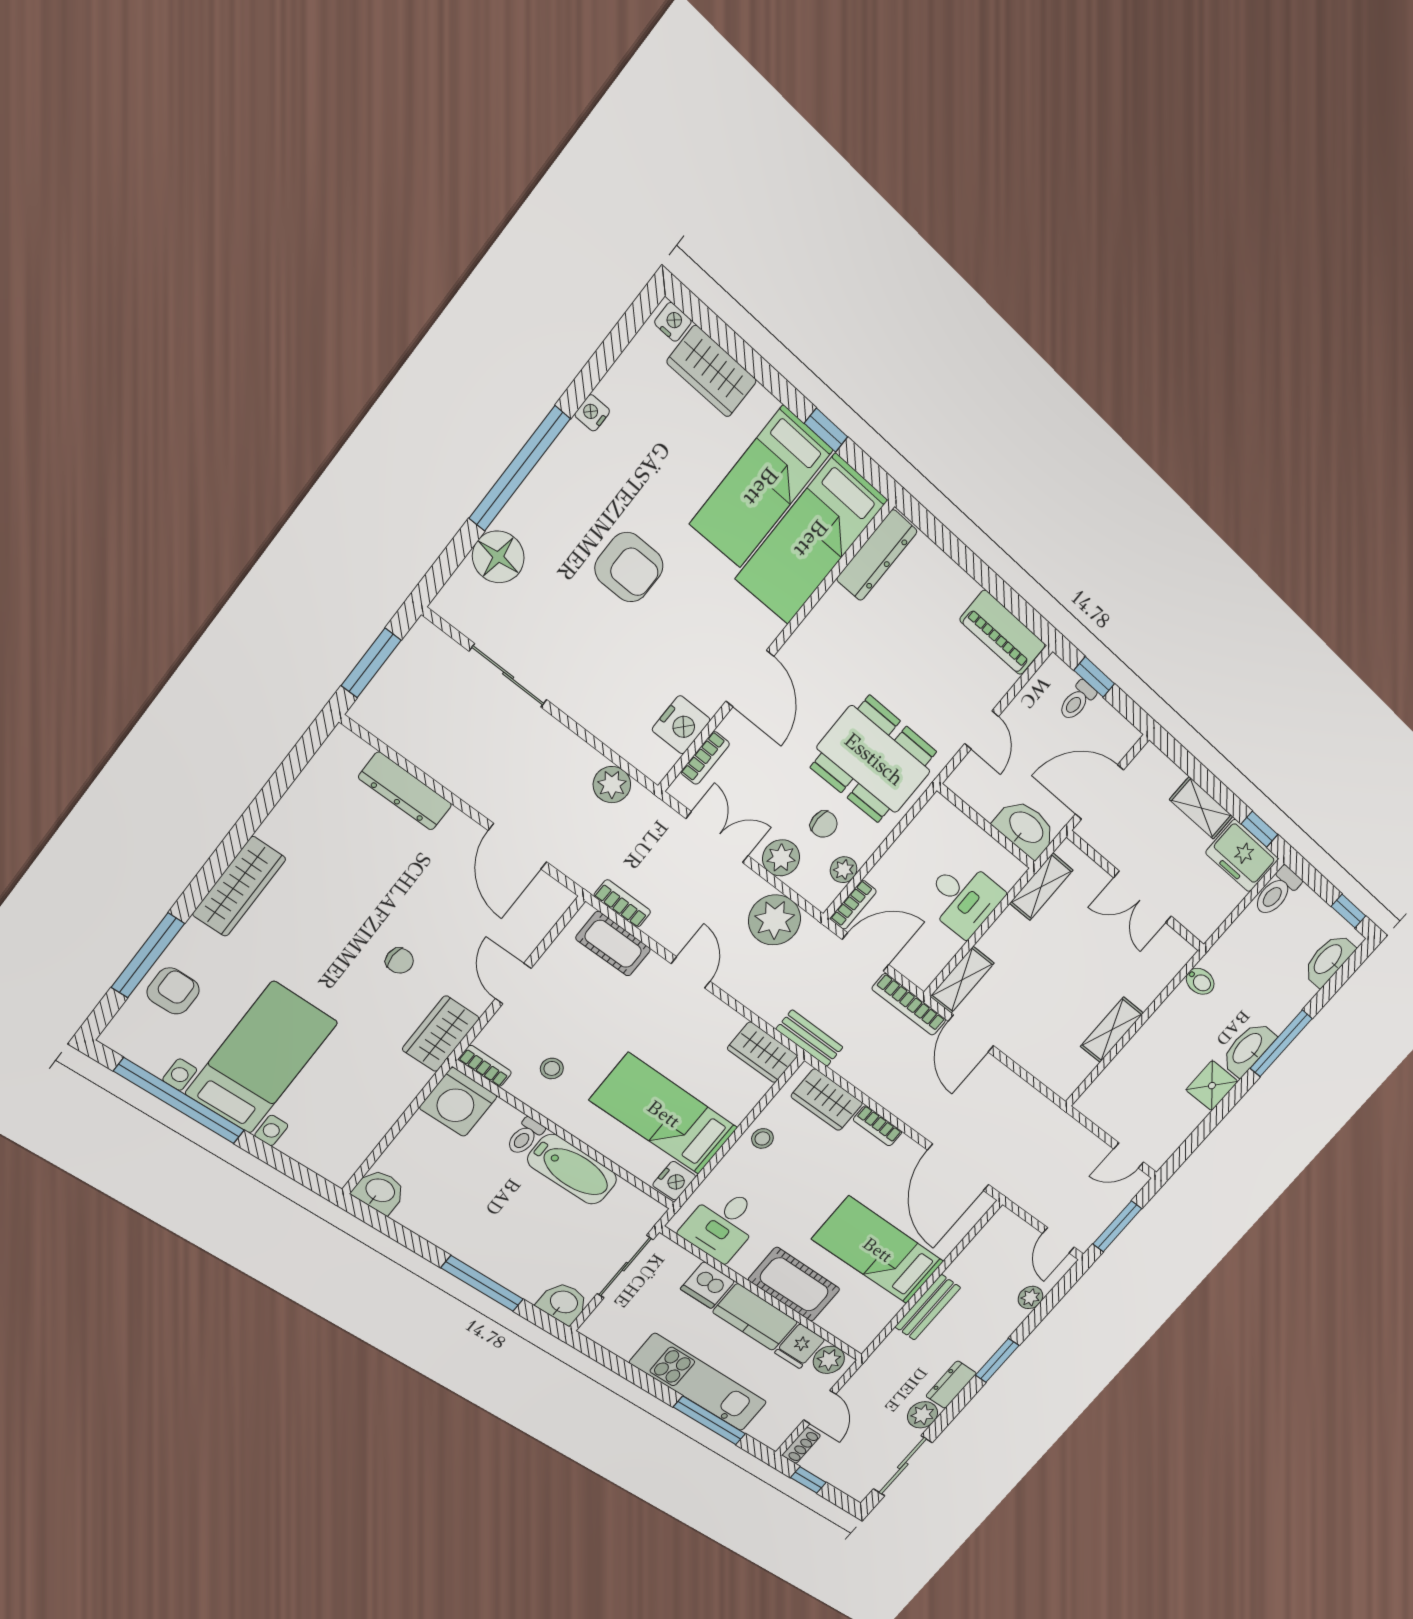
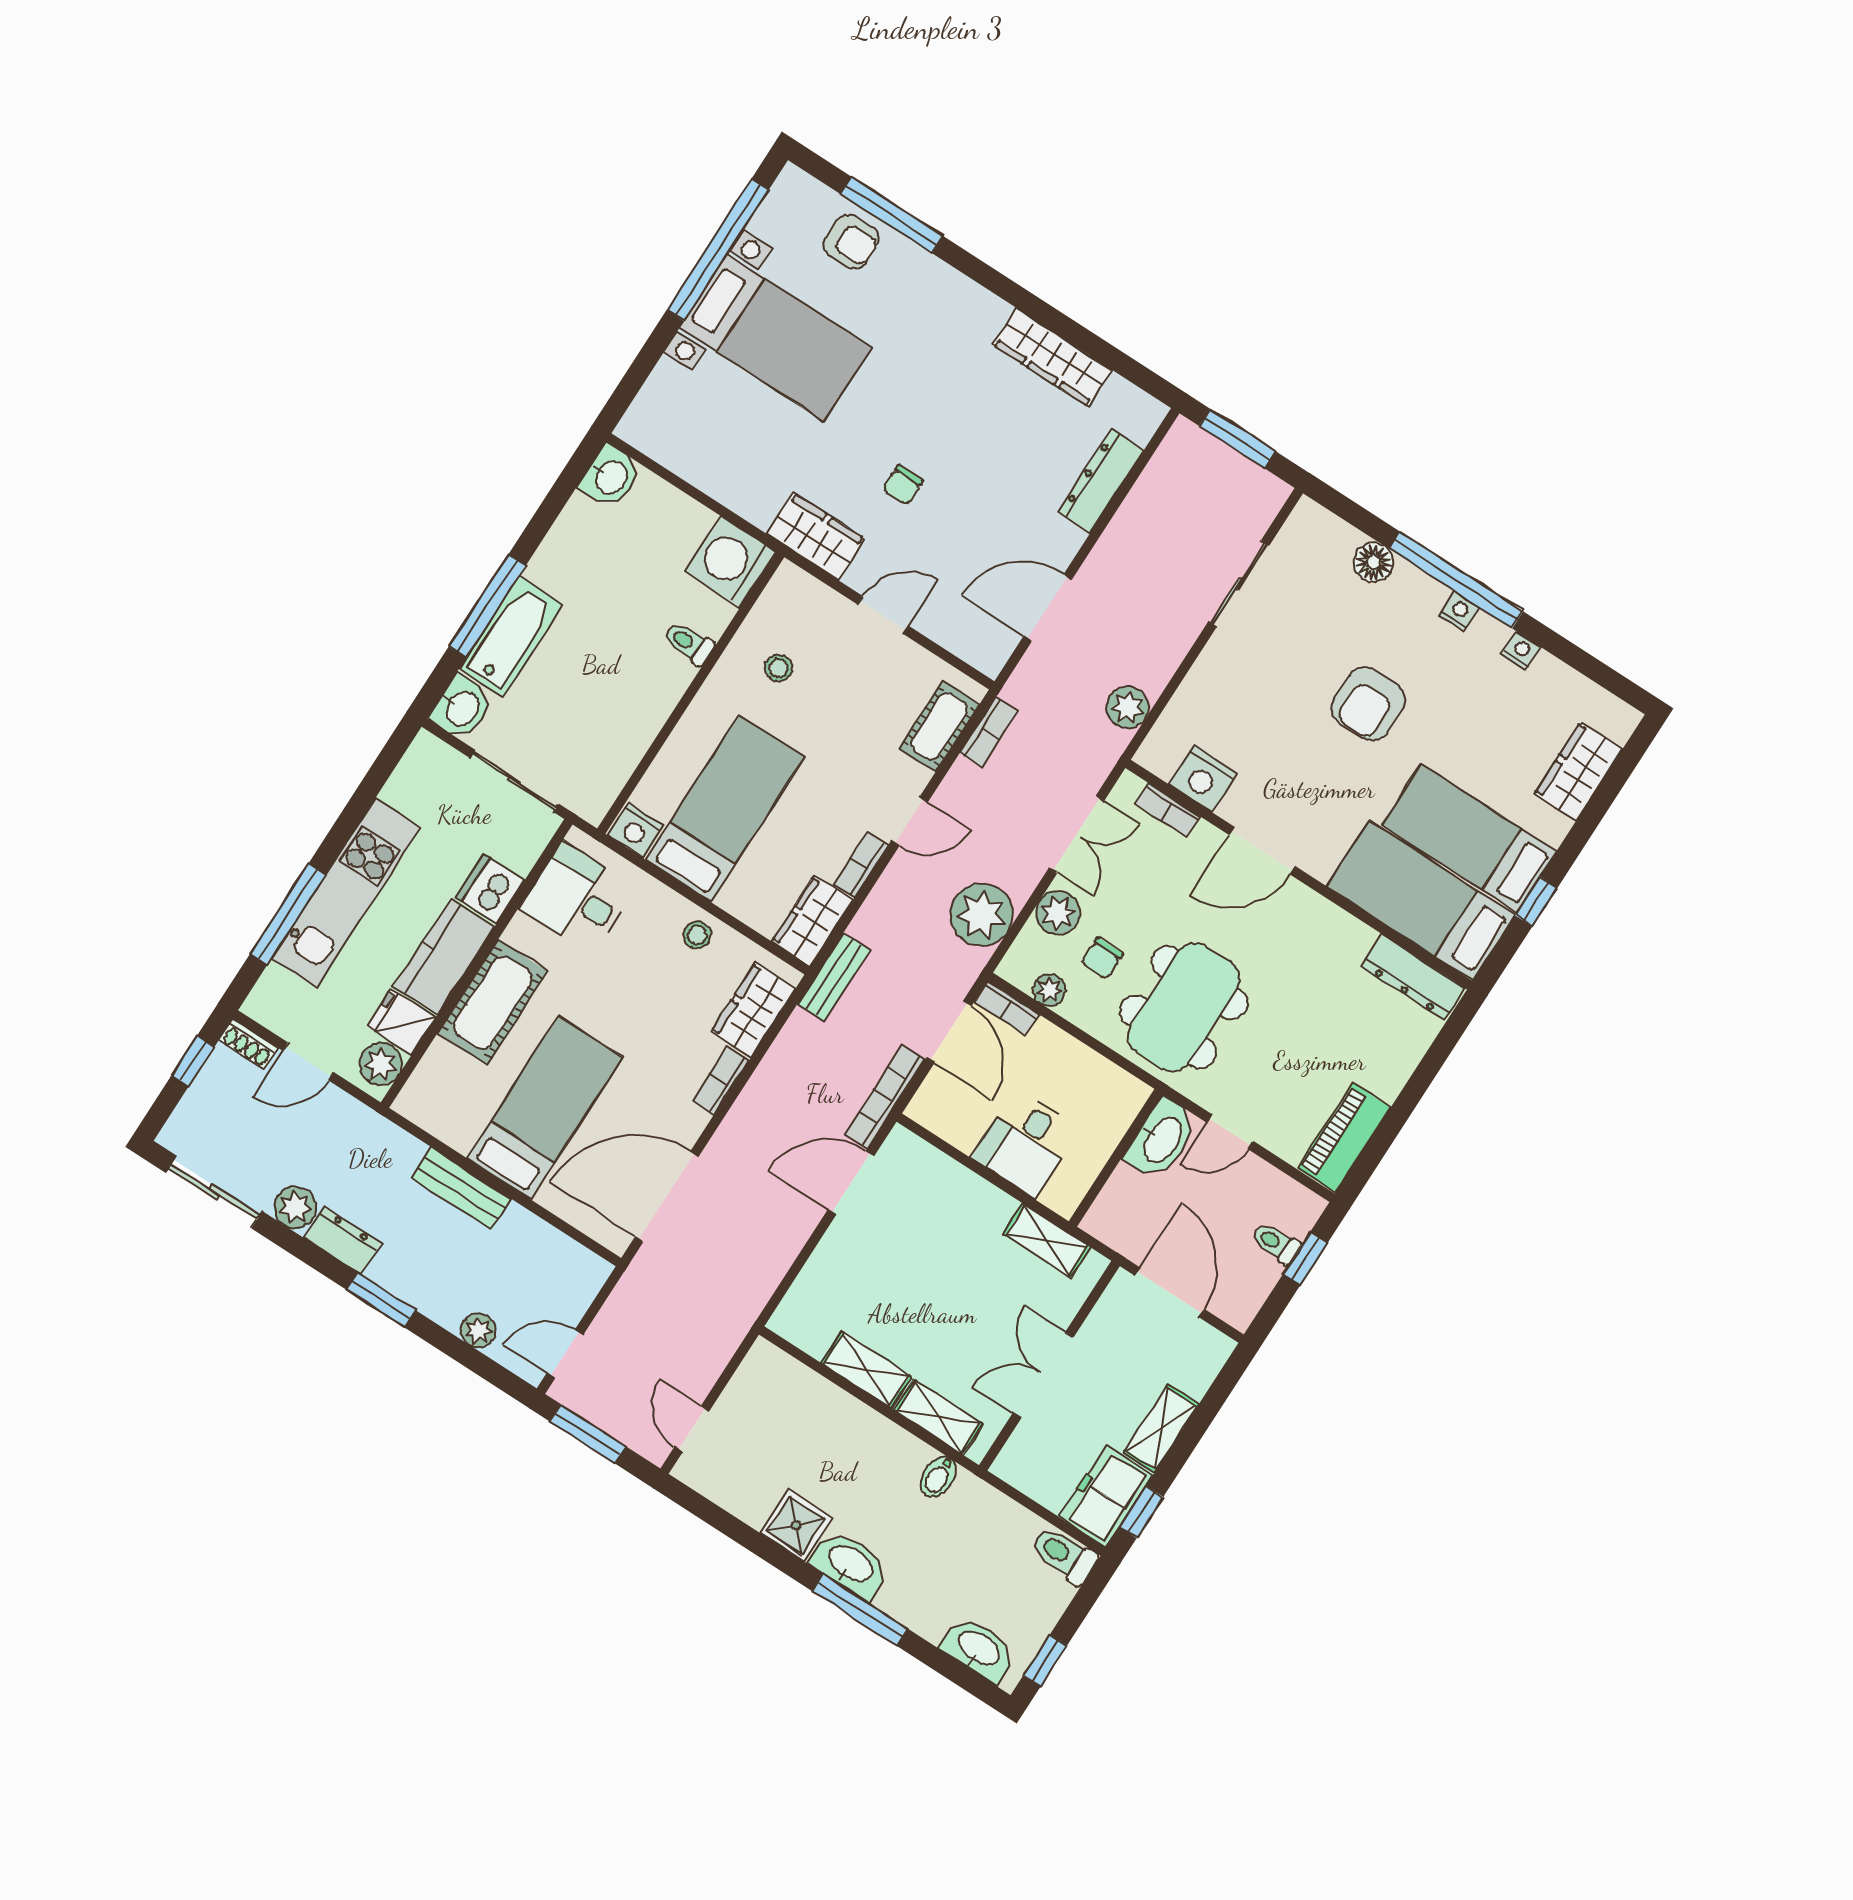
nightstand: (673, 322) -> (1459, 611), moved, turned -90
floor lamp: (498, 557) -> (1373, 562), width x0.73, depth x0.73
washbasin: (1026, 828) -> (1162, 1139), moved
wardrobe: (239, 887) -> (1053, 358), moved
shelving: (962, 980) -> (939, 1417), moved
bookcase: (485, 1066) -> (861, 865), moved, turned 180
bathtub: (572, 1169) -> (511, 636), moved, turned 180

